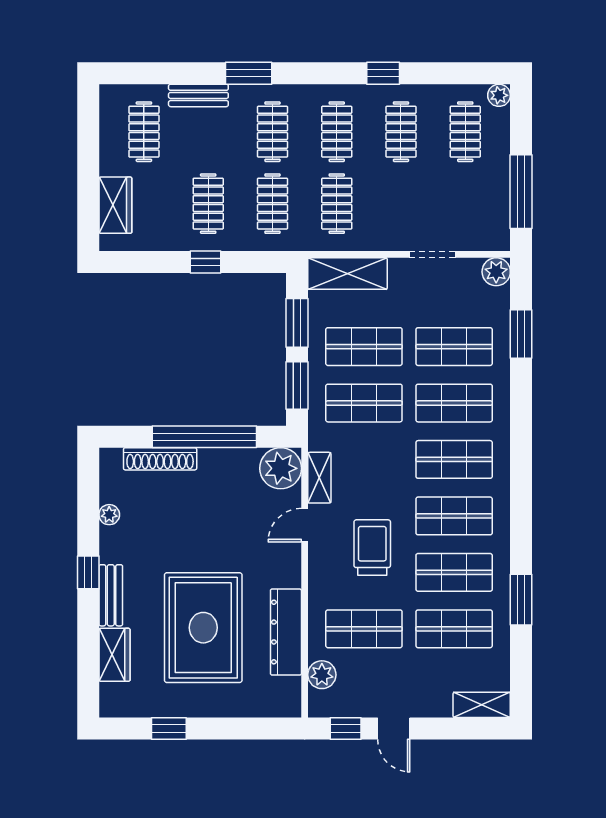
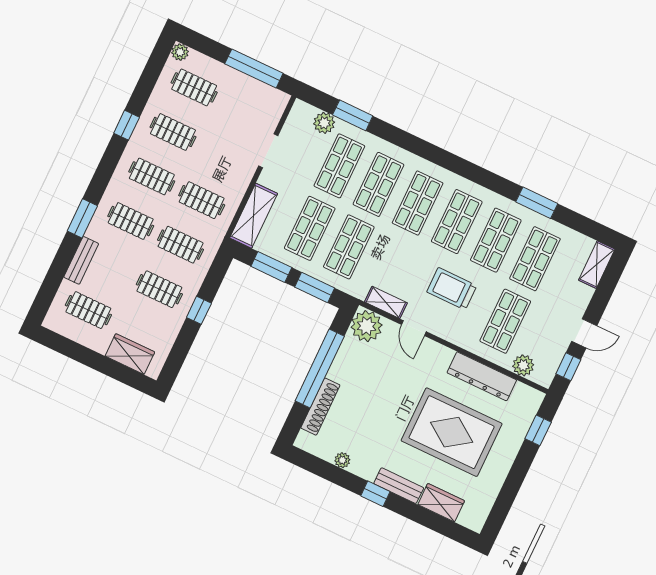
plant: (496, 272) -> (324, 123), moved
window: (169, 729) -> (538, 430), moved

